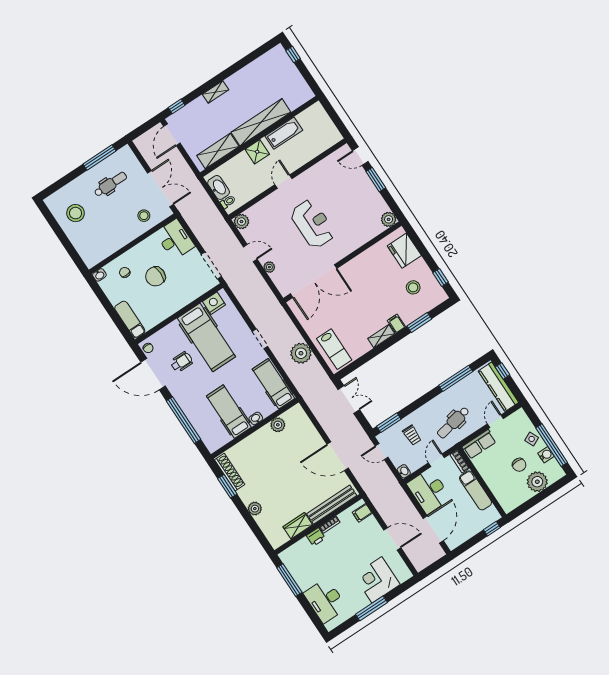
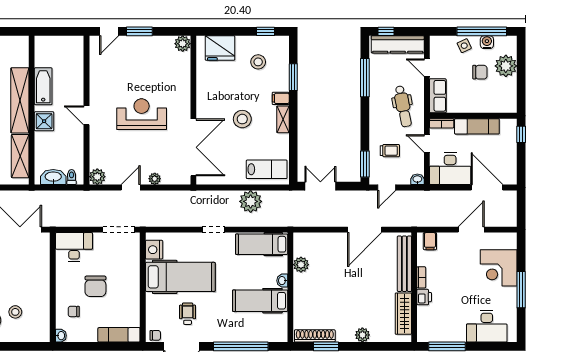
stool: (144, 216) -> (15, 312), moved
stool: (361, 304) -> (242, 119), added
wardrobe: (298, 526) -> (403, 314), width x1.50

